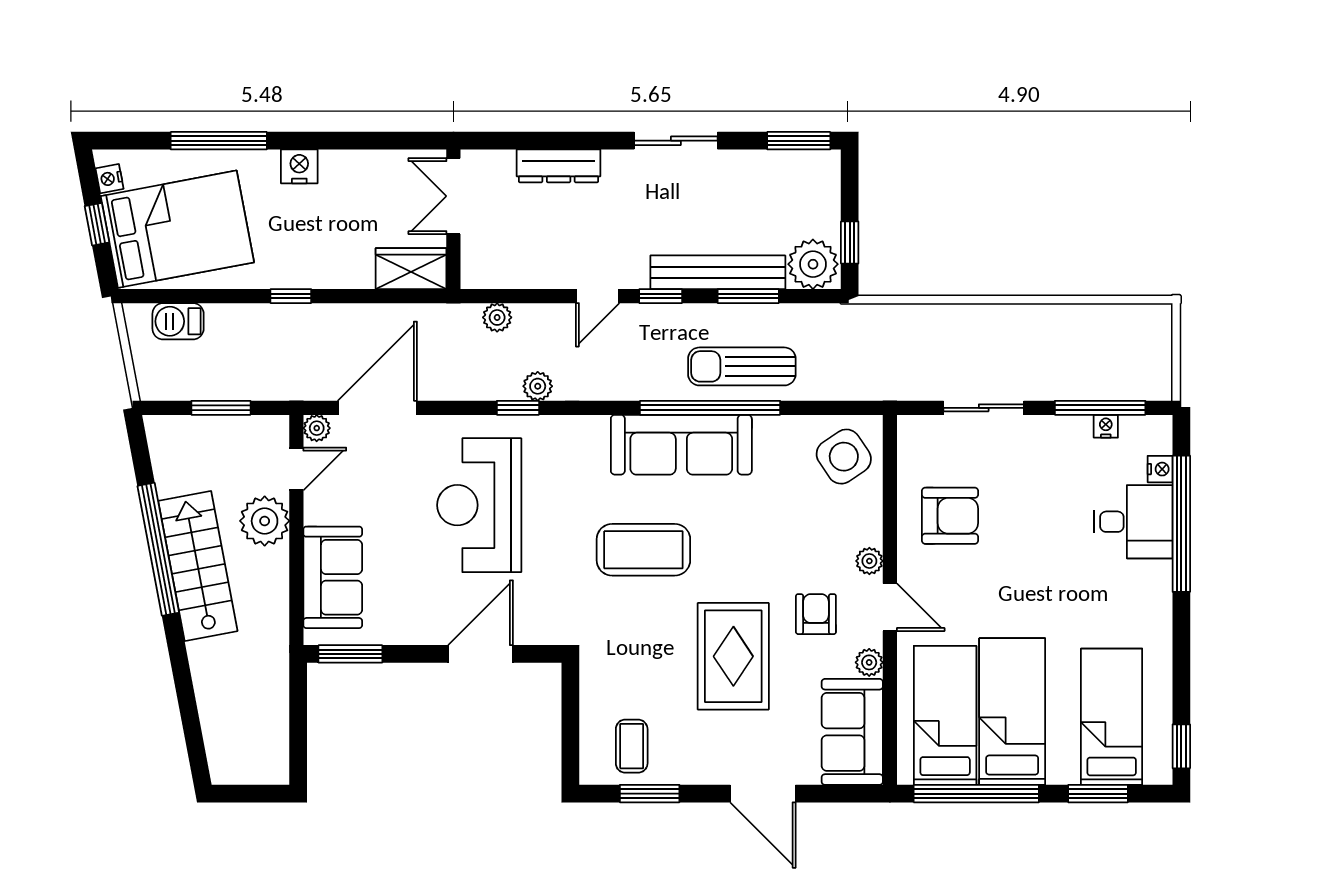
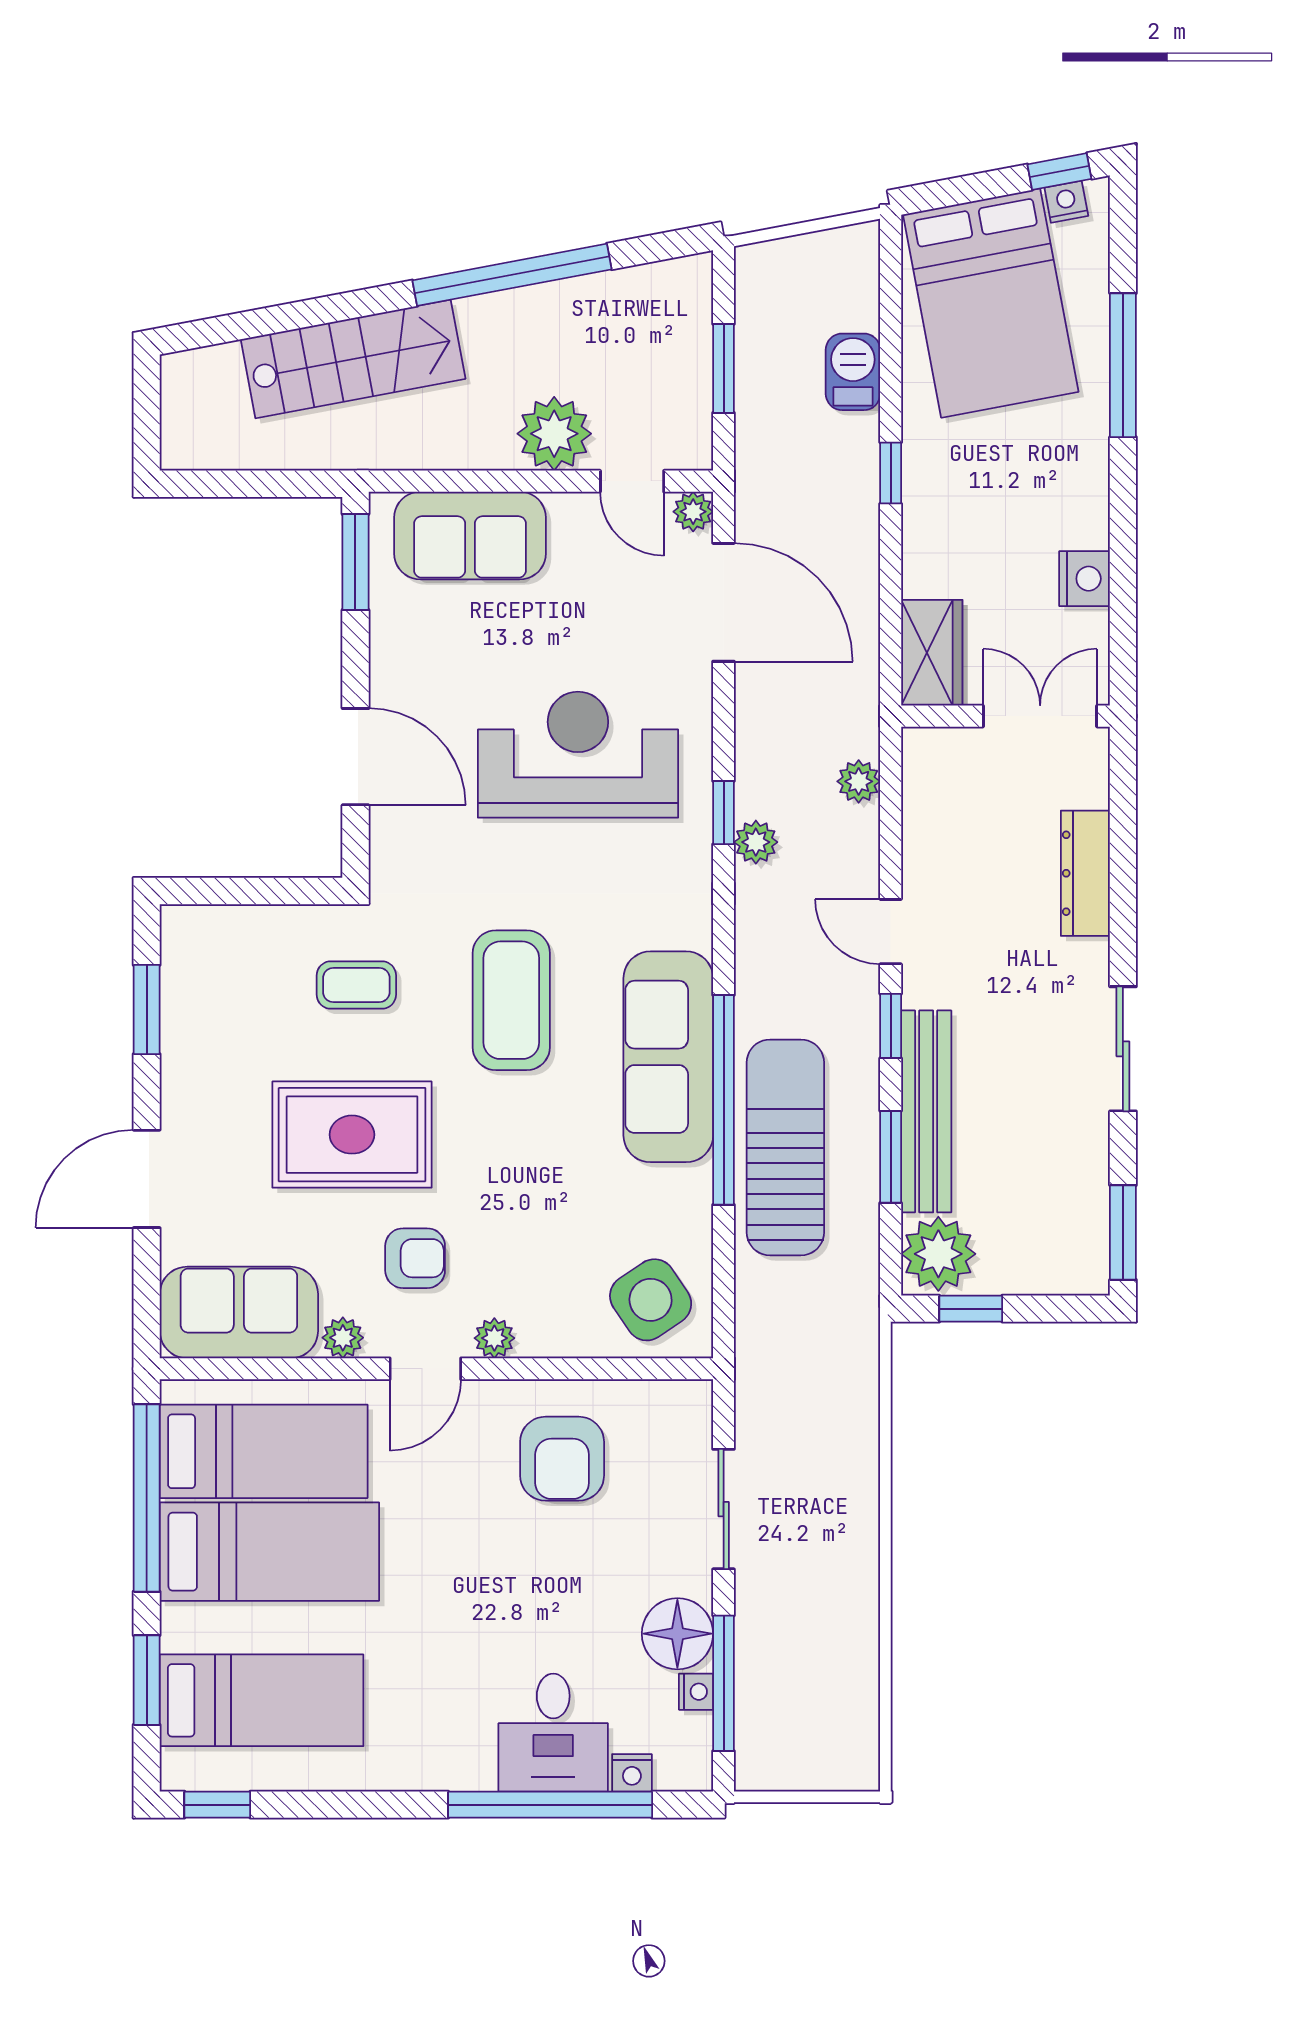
nightstand: (299, 166) -> (1085, 579), moved
window: (97, 224) -> (1059, 172), moved
barbecue: (178, 321) -> (853, 372), moved
sun lounger: (742, 366) -> (785, 1147), width x1.36, depth x1.34
floor lamp: (1067, 439) -> (677, 1634), added
stairs: (198, 566) -> (353, 359), moved
coffee table: (632, 746) -> (356, 985), moved

